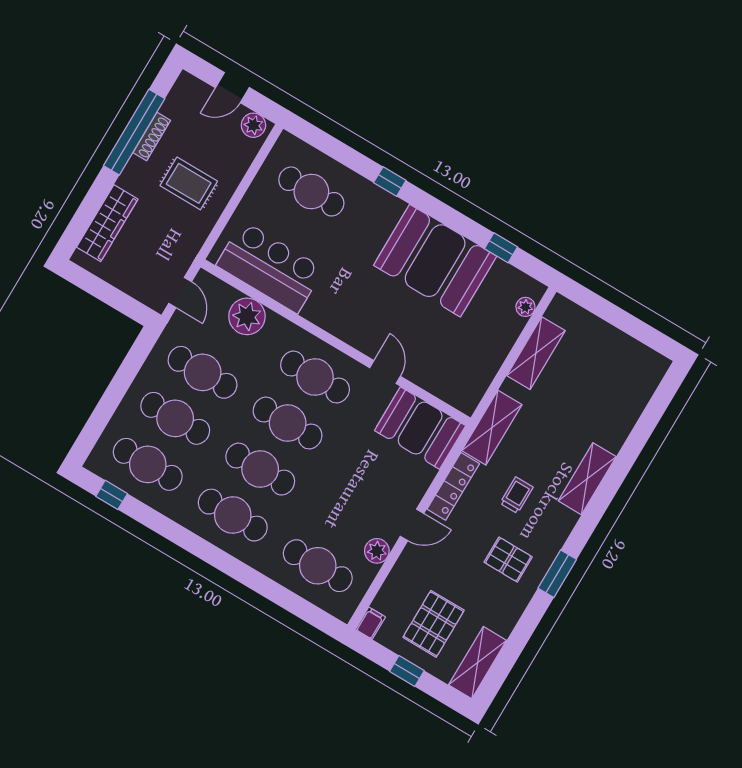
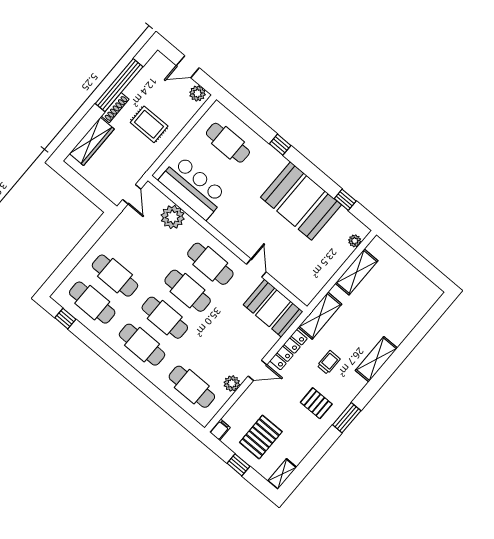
shoe rack: (152, 136) -> (115, 108), moved
cafe table: (203, 372) -> (138, 249), removed
shelving: (478, 663) -> (282, 474), width x0.67, depth x0.75

